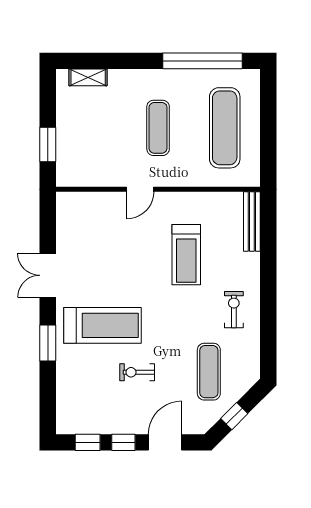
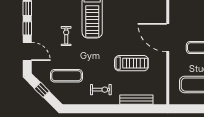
door: (140, 189) -> (168, 38), width x1.88
bench: (252, 221) -> (136, 100), moved
treadmill: (186, 255) -> (131, 63), turned 180

